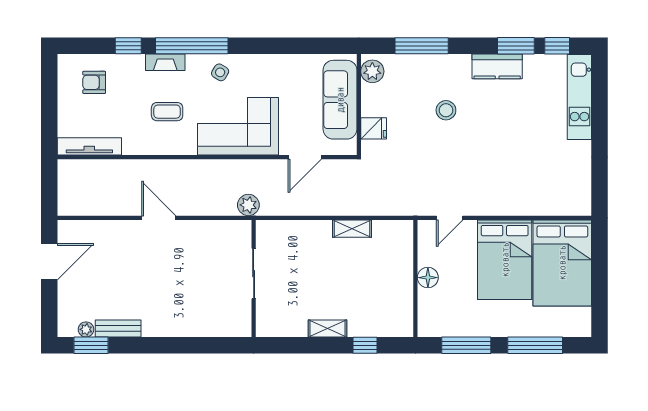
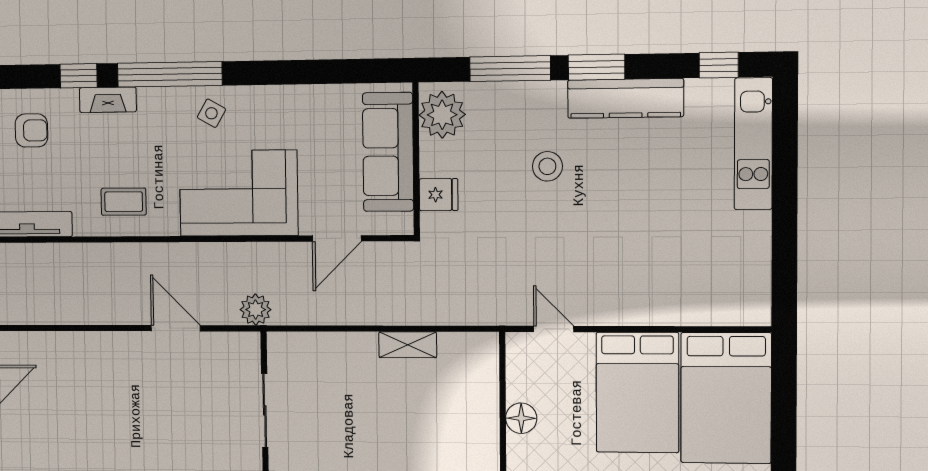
window: (516, 46) -> (597, 67), moved
fireplace: (165, 62) -> (108, 100), moved
kitchen counter: (497, 66) -> (626, 98), width x1.50
plant: (372, 71) -> (442, 115), width x1.36, depth x1.36
armchair: (94, 82) -> (31, 130), turned 180
coffee table: (167, 112) -> (124, 202), moved
door: (159, 218) -> (176, 328), moved
door: (450, 218) -> (554, 329), swing flipped

